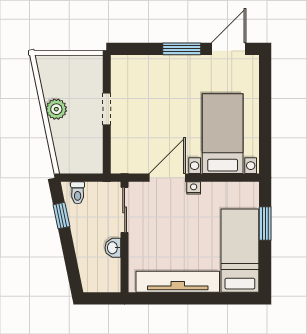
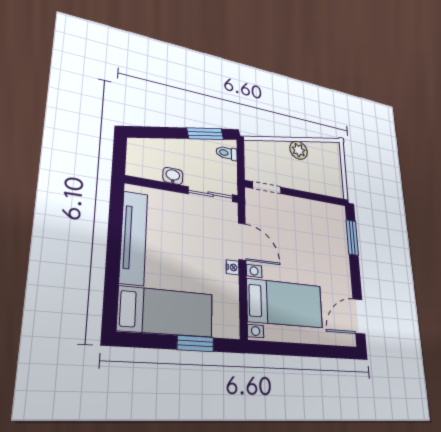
window: (182, 49) -> (352, 238), moved
door: (229, 49) -> (359, 316), swing flipped
doorway: (107, 109) -> (267, 188), moved
window: (61, 216) -> (205, 134), width x1.50

